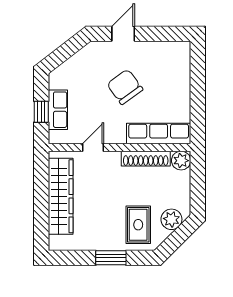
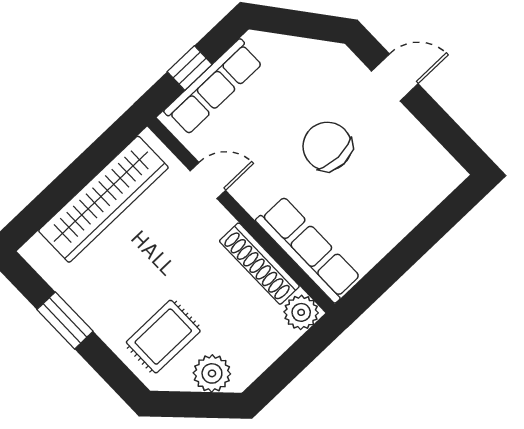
chair: (125, 87) -> (327, 146), turned -54
row of seats: (58, 110) -> (213, 87), width x1.48
window: (111, 258) -> (65, 320), moved

